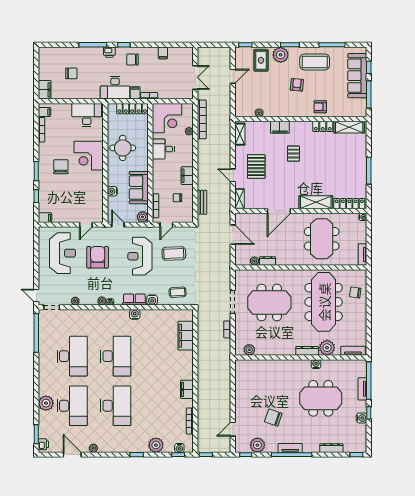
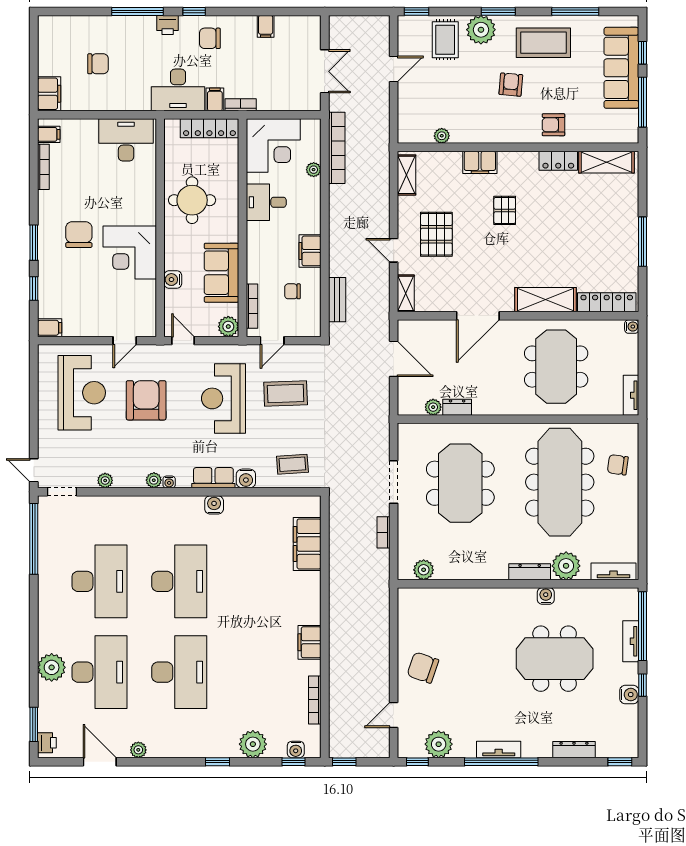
corner desk: (89, 156) -> (130, 252), moved
meeting table: (269, 303) -> (460, 483), turned 90
chair: (273, 418) -> (423, 668), moved

